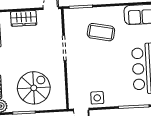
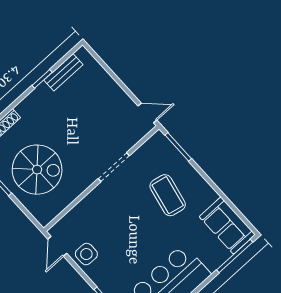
wardrobe: (24, 18) -> (109, 91), removed

